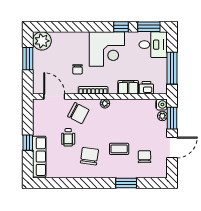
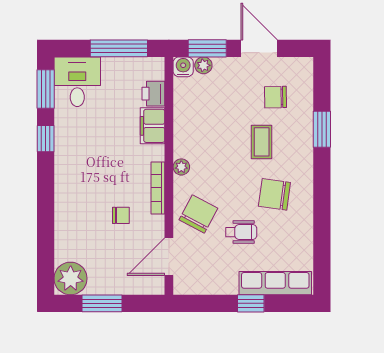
corner desk: (107, 49) -> (85, 163), removed

